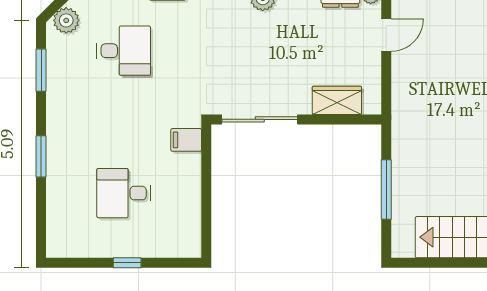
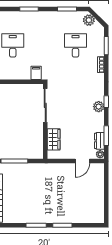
door: (386, 35) -> (82, 161), hinge flipped
desk: (124, 51) -> (75, 45), turned 180

